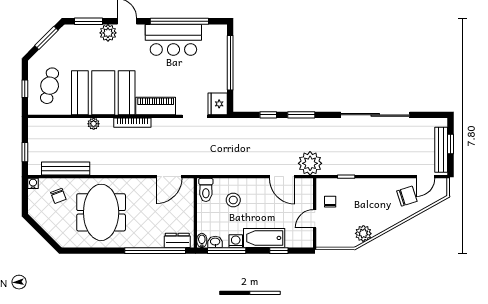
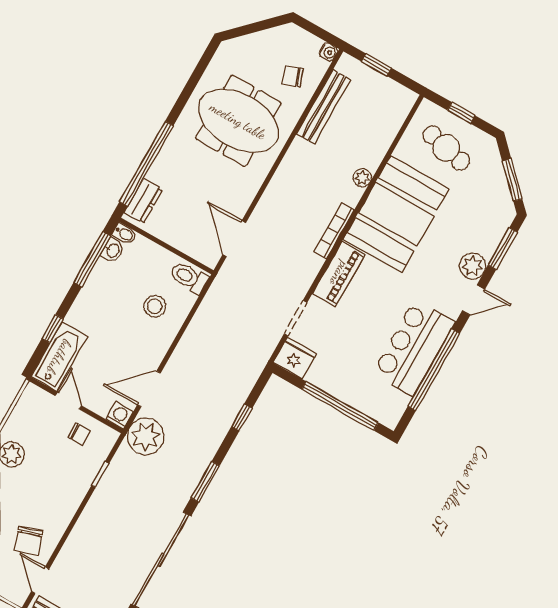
window: (301, 115) -> (205, 482), moved
bathtub: (264, 238) -> (59, 357), moved
washing machine: (236, 241) -> (120, 415), moved, turned -90

